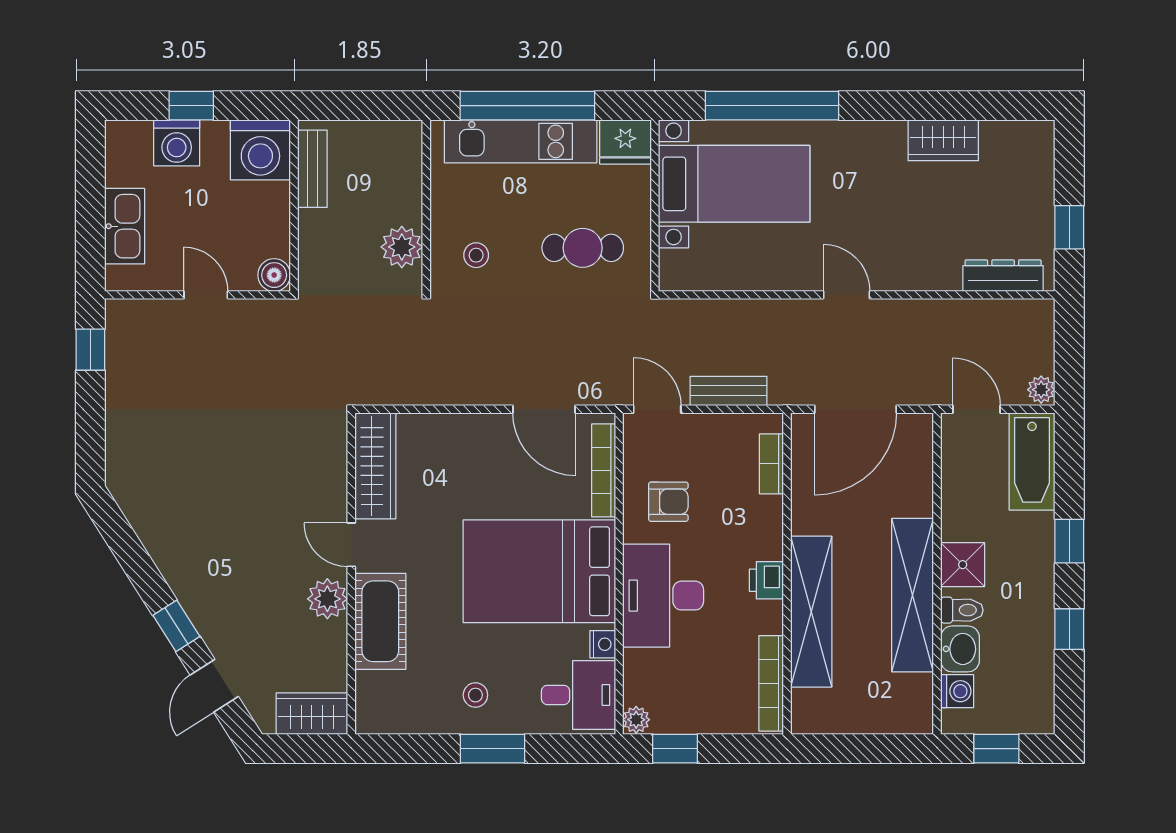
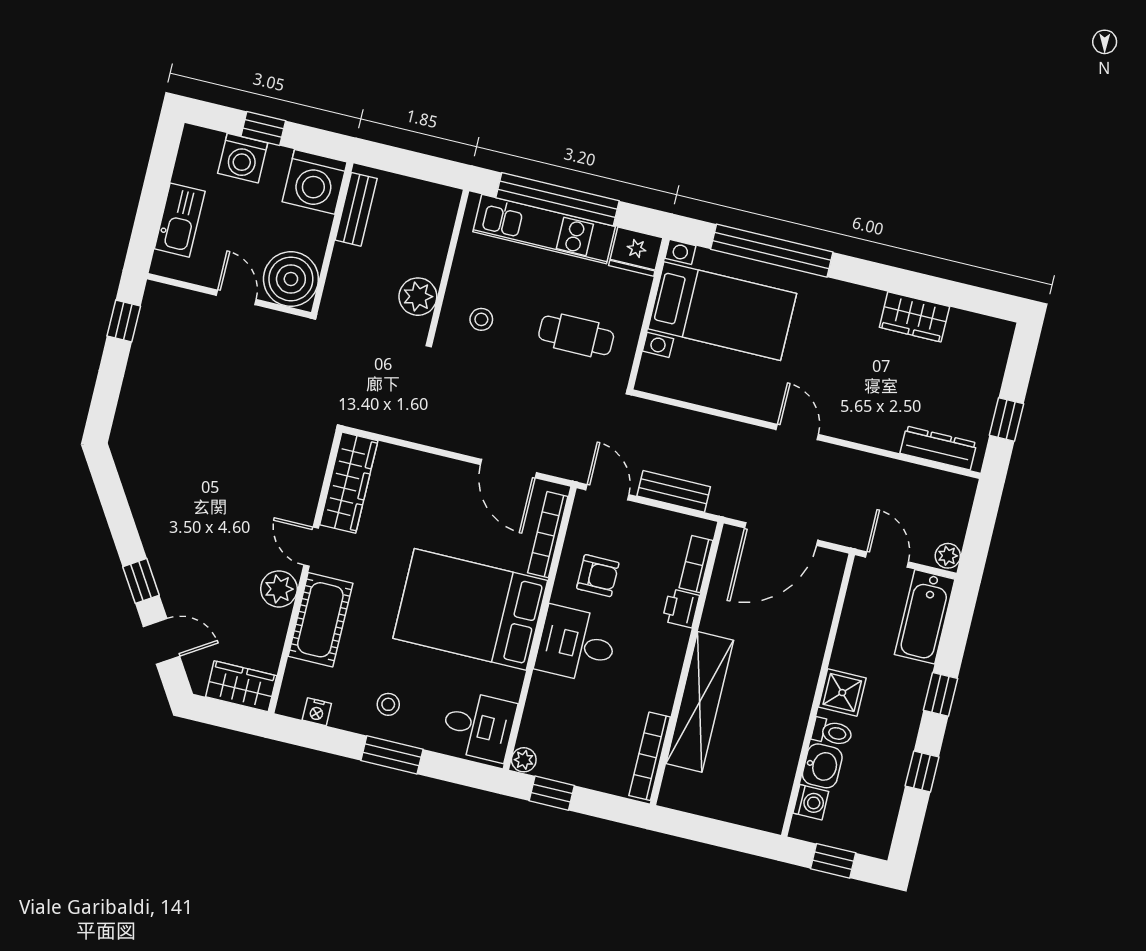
boiler: (274, 275) -> (291, 279), width x1.86, depth x1.86
printer: (766, 580) -> (681, 608), moved
shelving: (913, 595) -> (792, 709), removed
desk: (663, 596) -> (576, 644), width x0.73
nightstand: (603, 644) -> (317, 712), moved, turned 90
door: (214, 686) -> (162, 641), swing flipped

